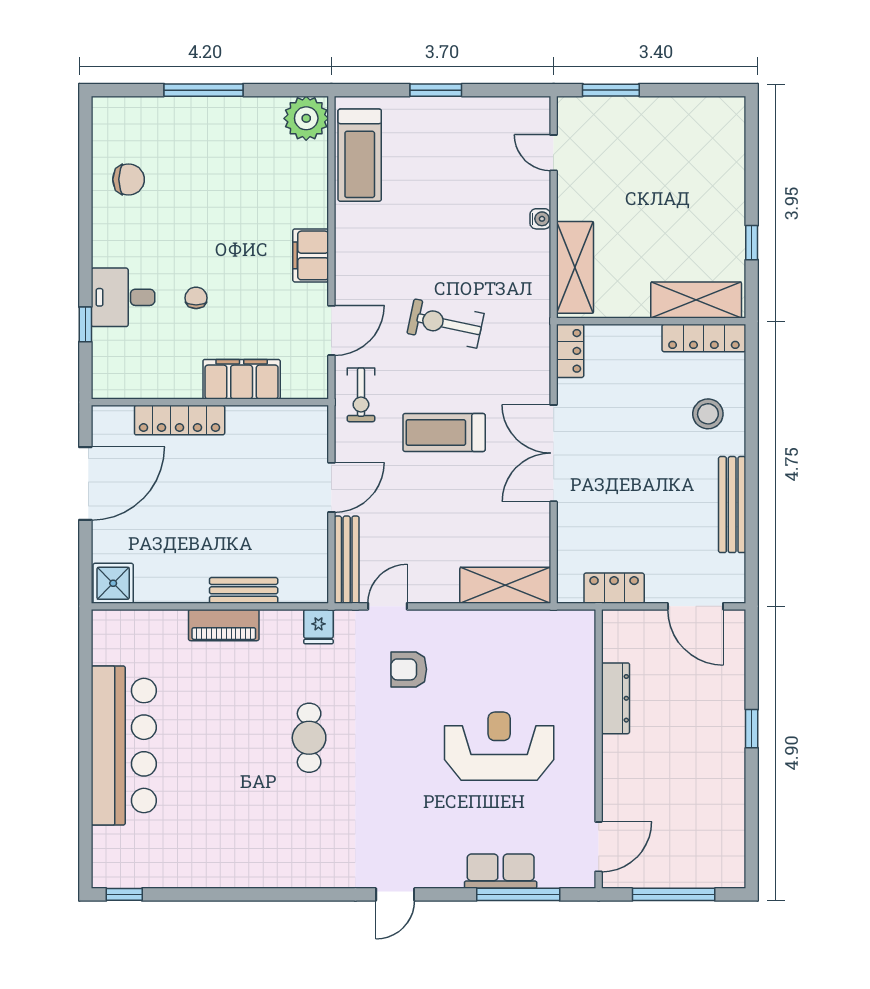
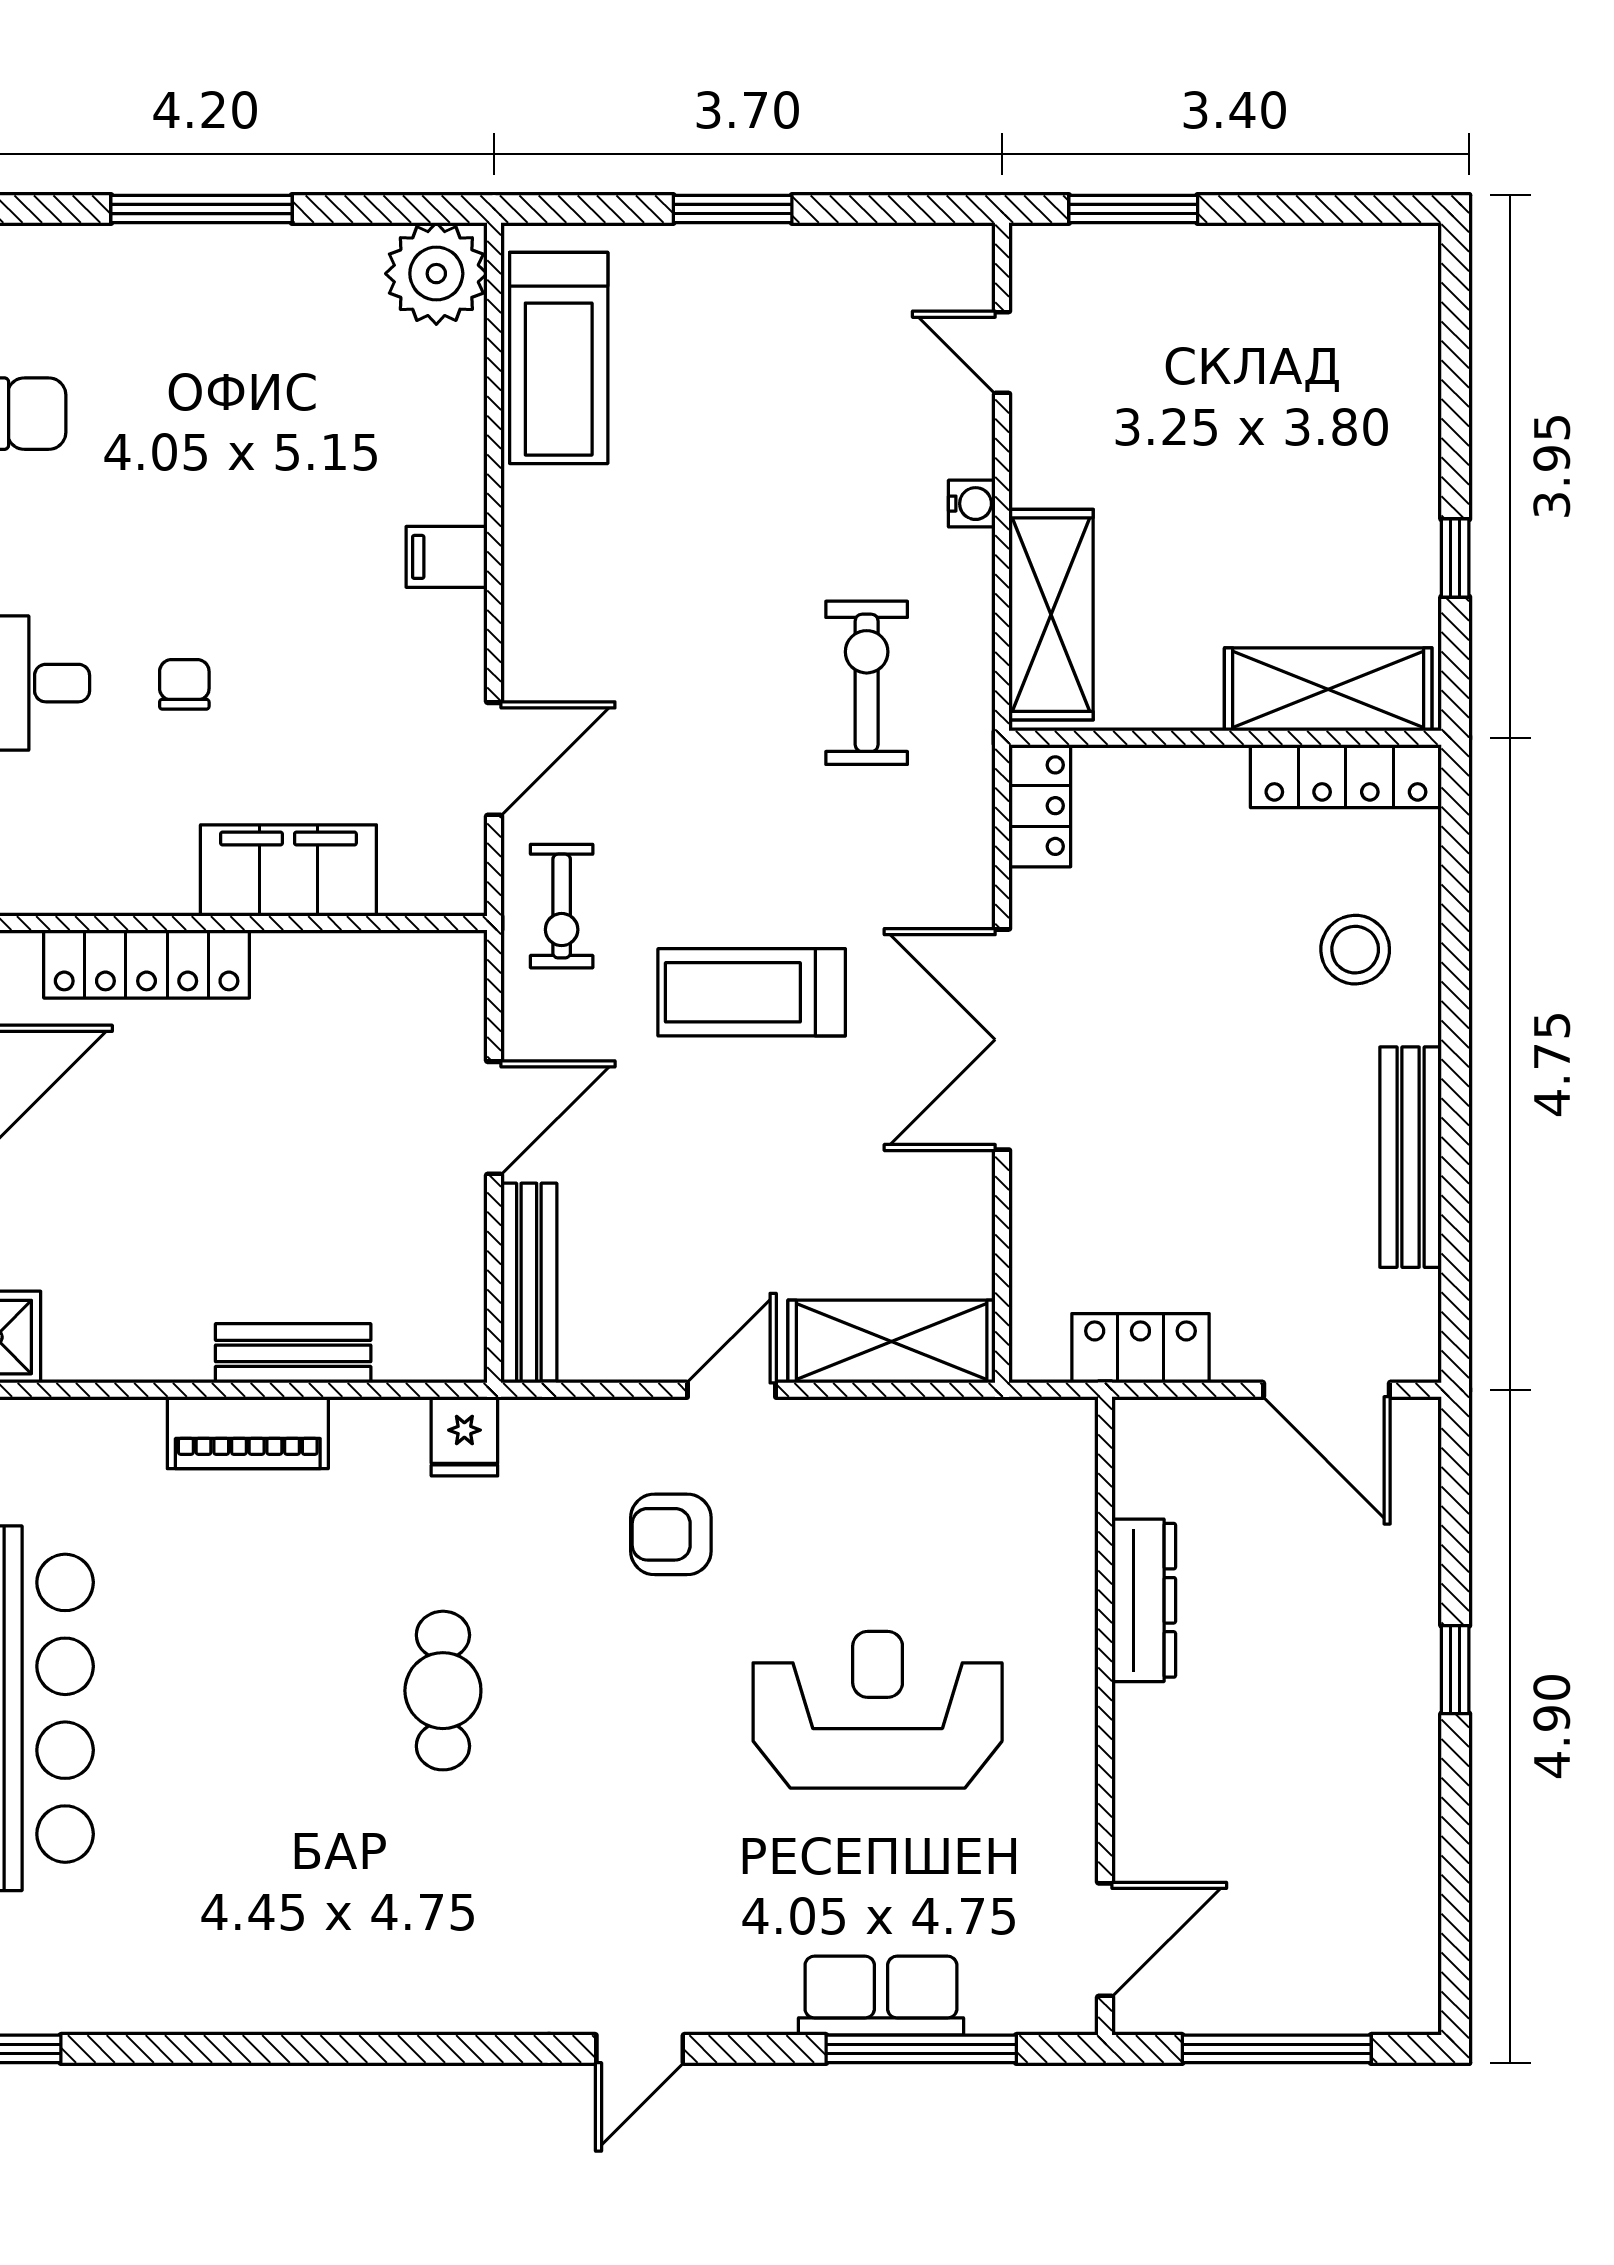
filing cabinet: (311, 255) -> (447, 557), width x0.50
exercise bike: (446, 324) -> (867, 683), moved, turned 78
door: (387, 606) -> (731, 1390), moved

